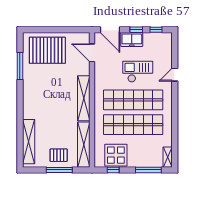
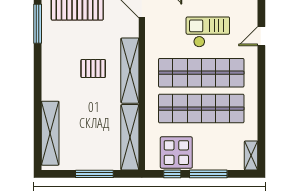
pallet: (59, 155) -> (93, 69), moved
window: (148, 170) -> (208, 174), moved

